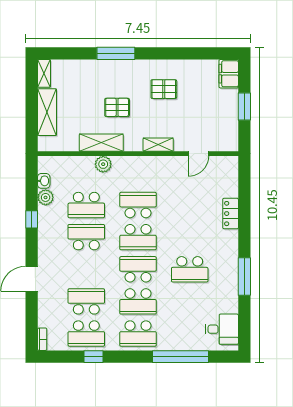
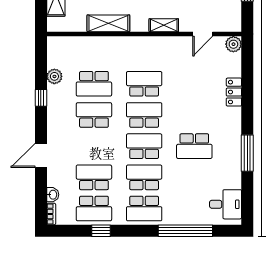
plant: (103, 164) -> (233, 44), moved
washbasin: (44, 181) -> (53, 195), moved
school desk: (138, 237) -> (144, 115), turned 180
school desk: (138, 301) -> (144, 177), turned 180

